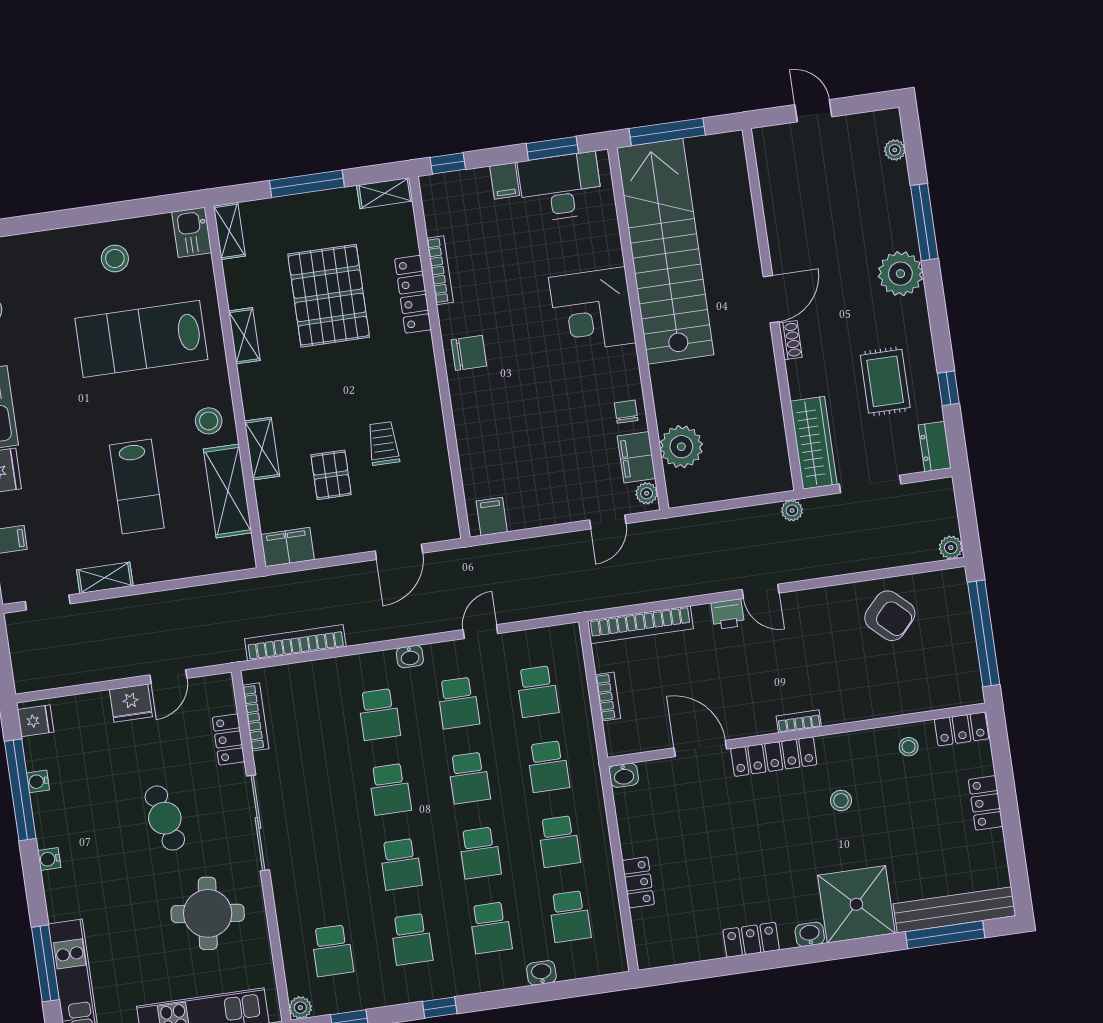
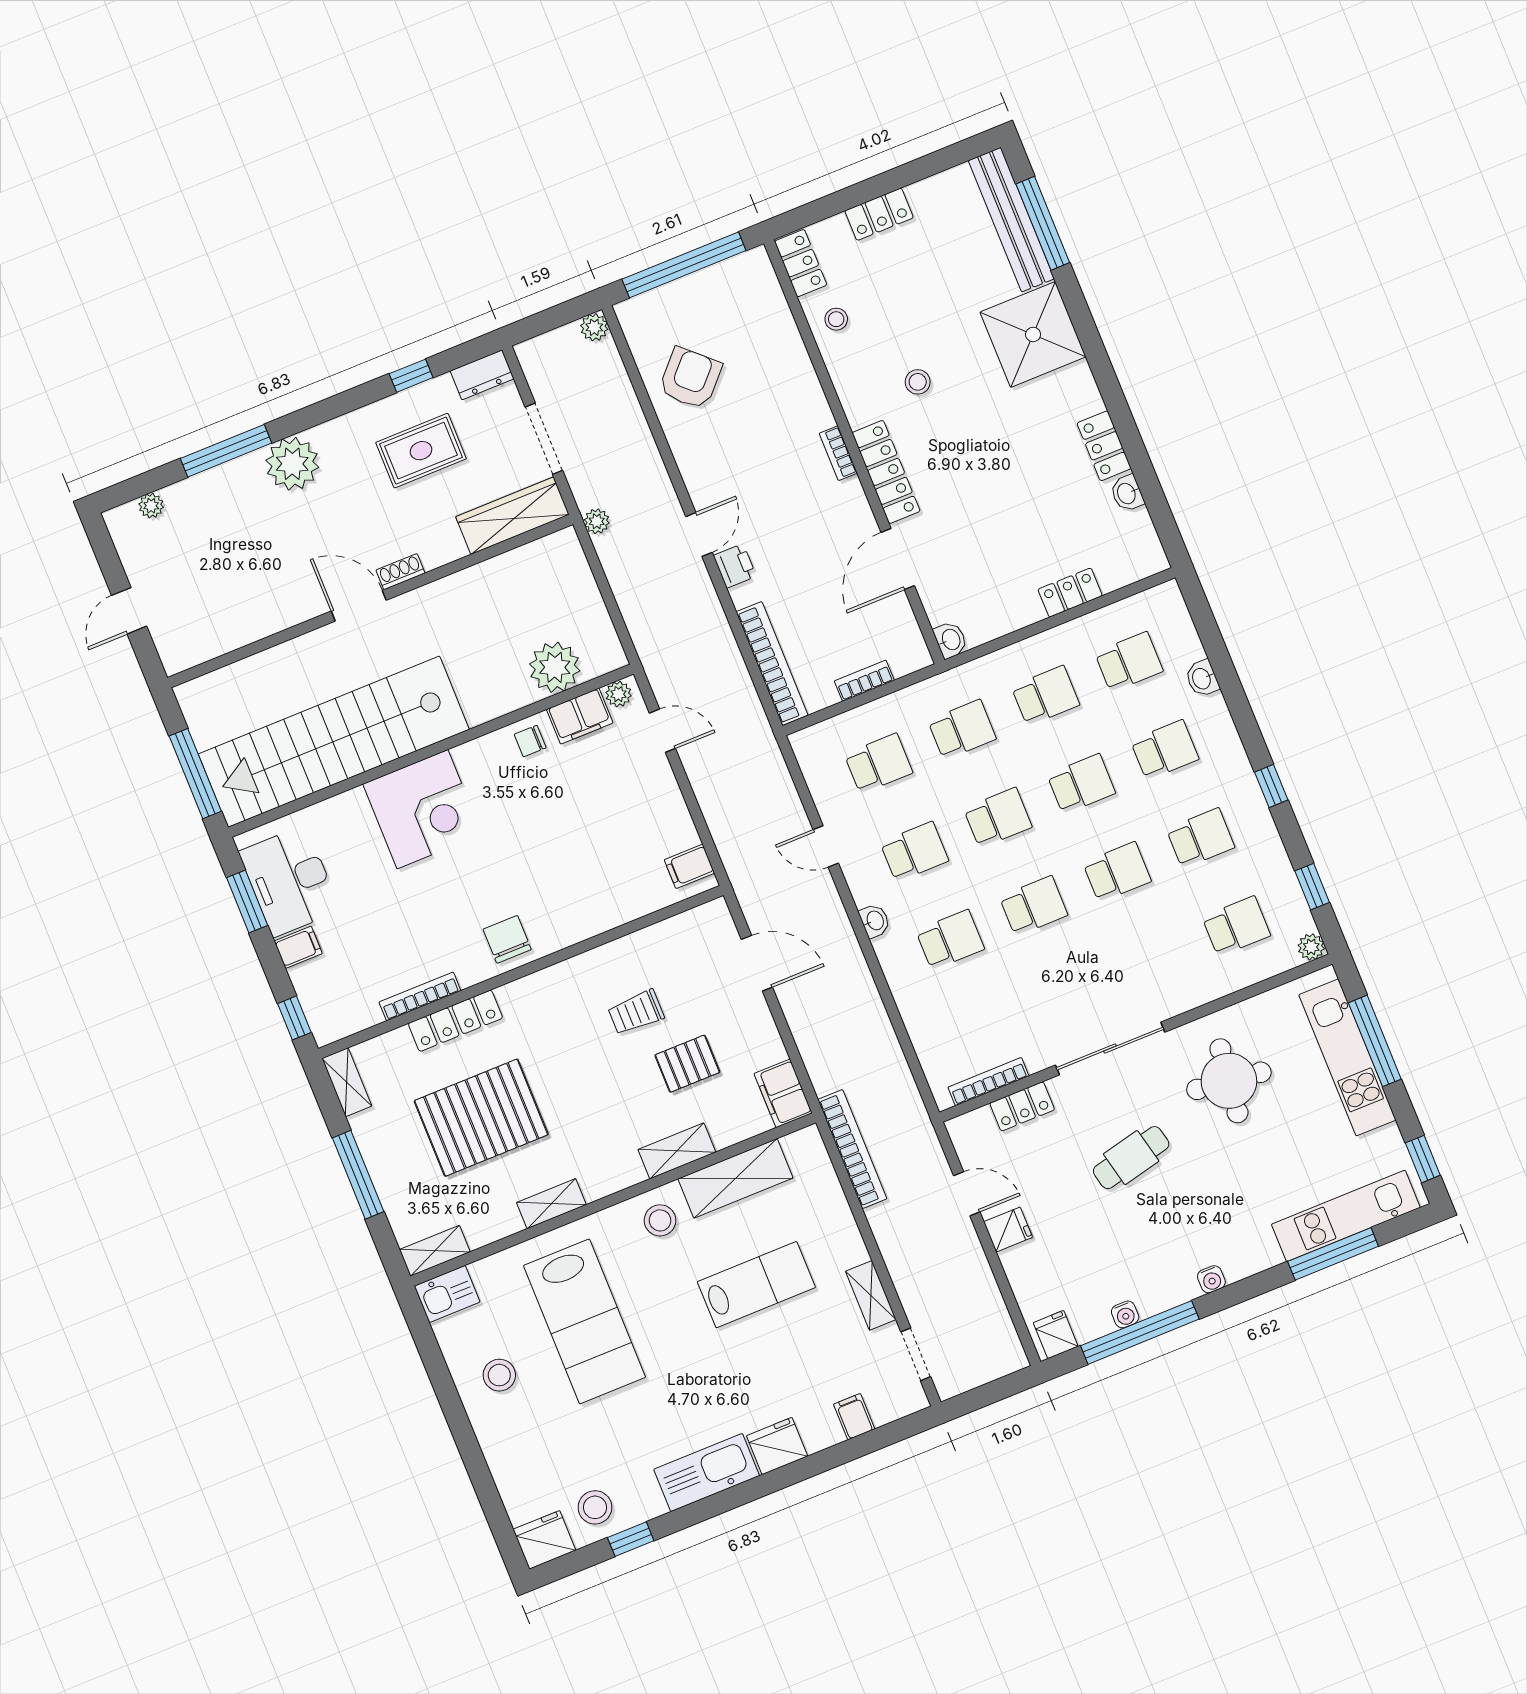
bookcase: (295, 643) -> (852, 1149), moved, turned 180
fridge: (131, 703) -> (1008, 1230), width x0.72
washbasin: (810, 934) -> (1127, 493), moved

